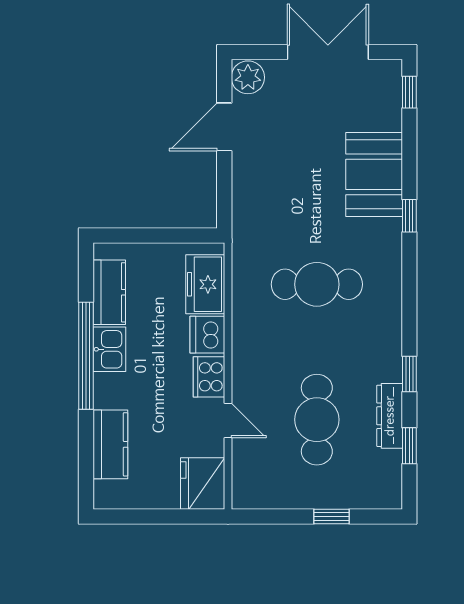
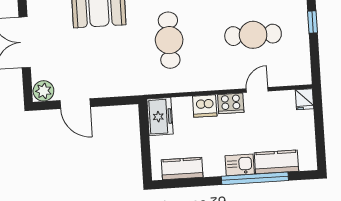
freezer: (205, 284) -> (160, 117), moved, turned -90
kitchen sink: (109, 349) -> (240, 165), moved
window: (86, 356) -> (255, 178), moved
fridge: (203, 484) -> (304, 99), width x0.53, depth x0.75

